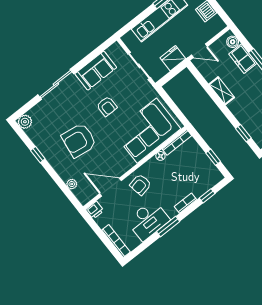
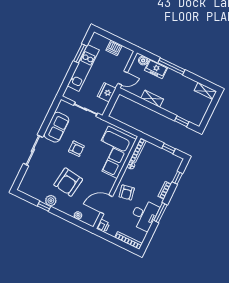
plant: (25, 122) -> (51, 201), moved

